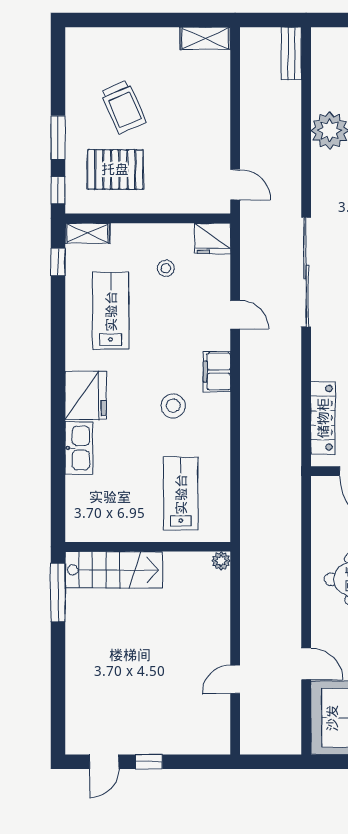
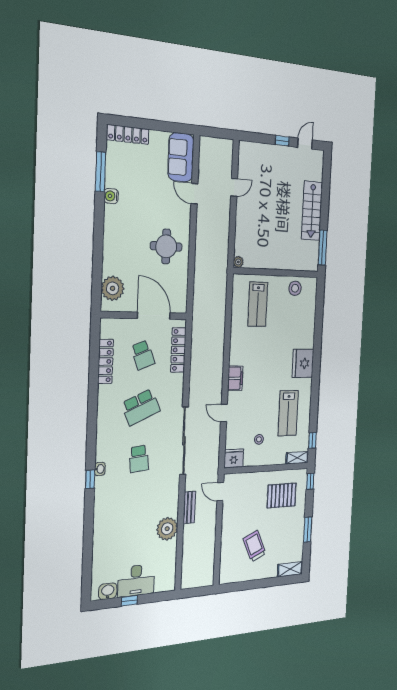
shelving: (205, 38) -> (290, 569), moved
bench: (291, 53) -> (189, 507), moved
trolley: (123, 107) -> (254, 546), moved
window: (58, 138) -> (308, 530), moved
stool: (173, 406) -> (295, 288), moved
kitchen sink: (79, 448) -> (308, 333), removed
stairs: (114, 570) -> (312, 211), moved, turned -90

